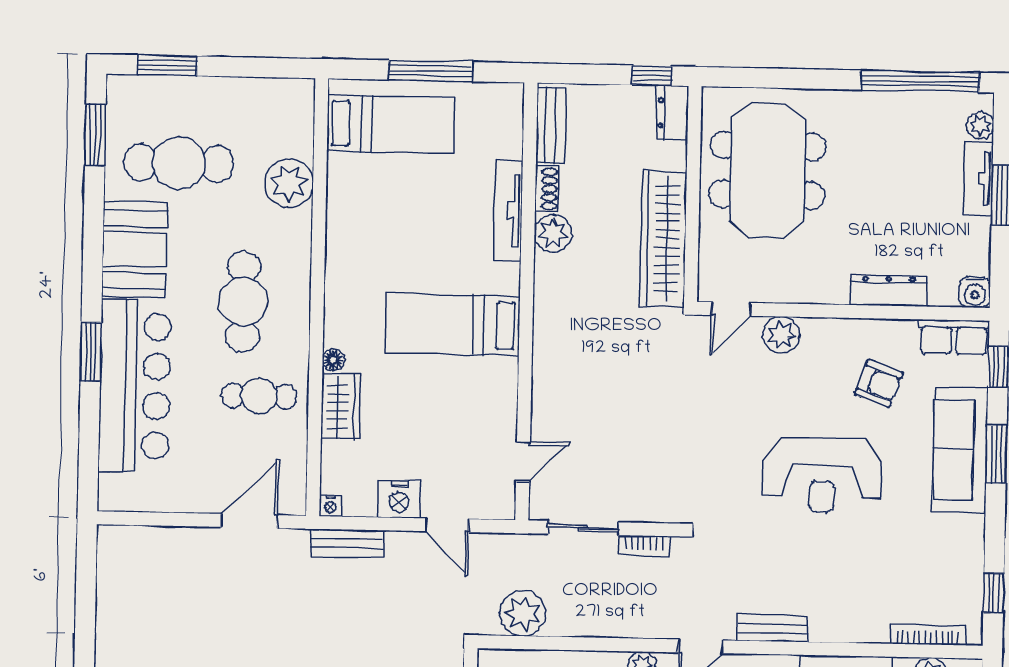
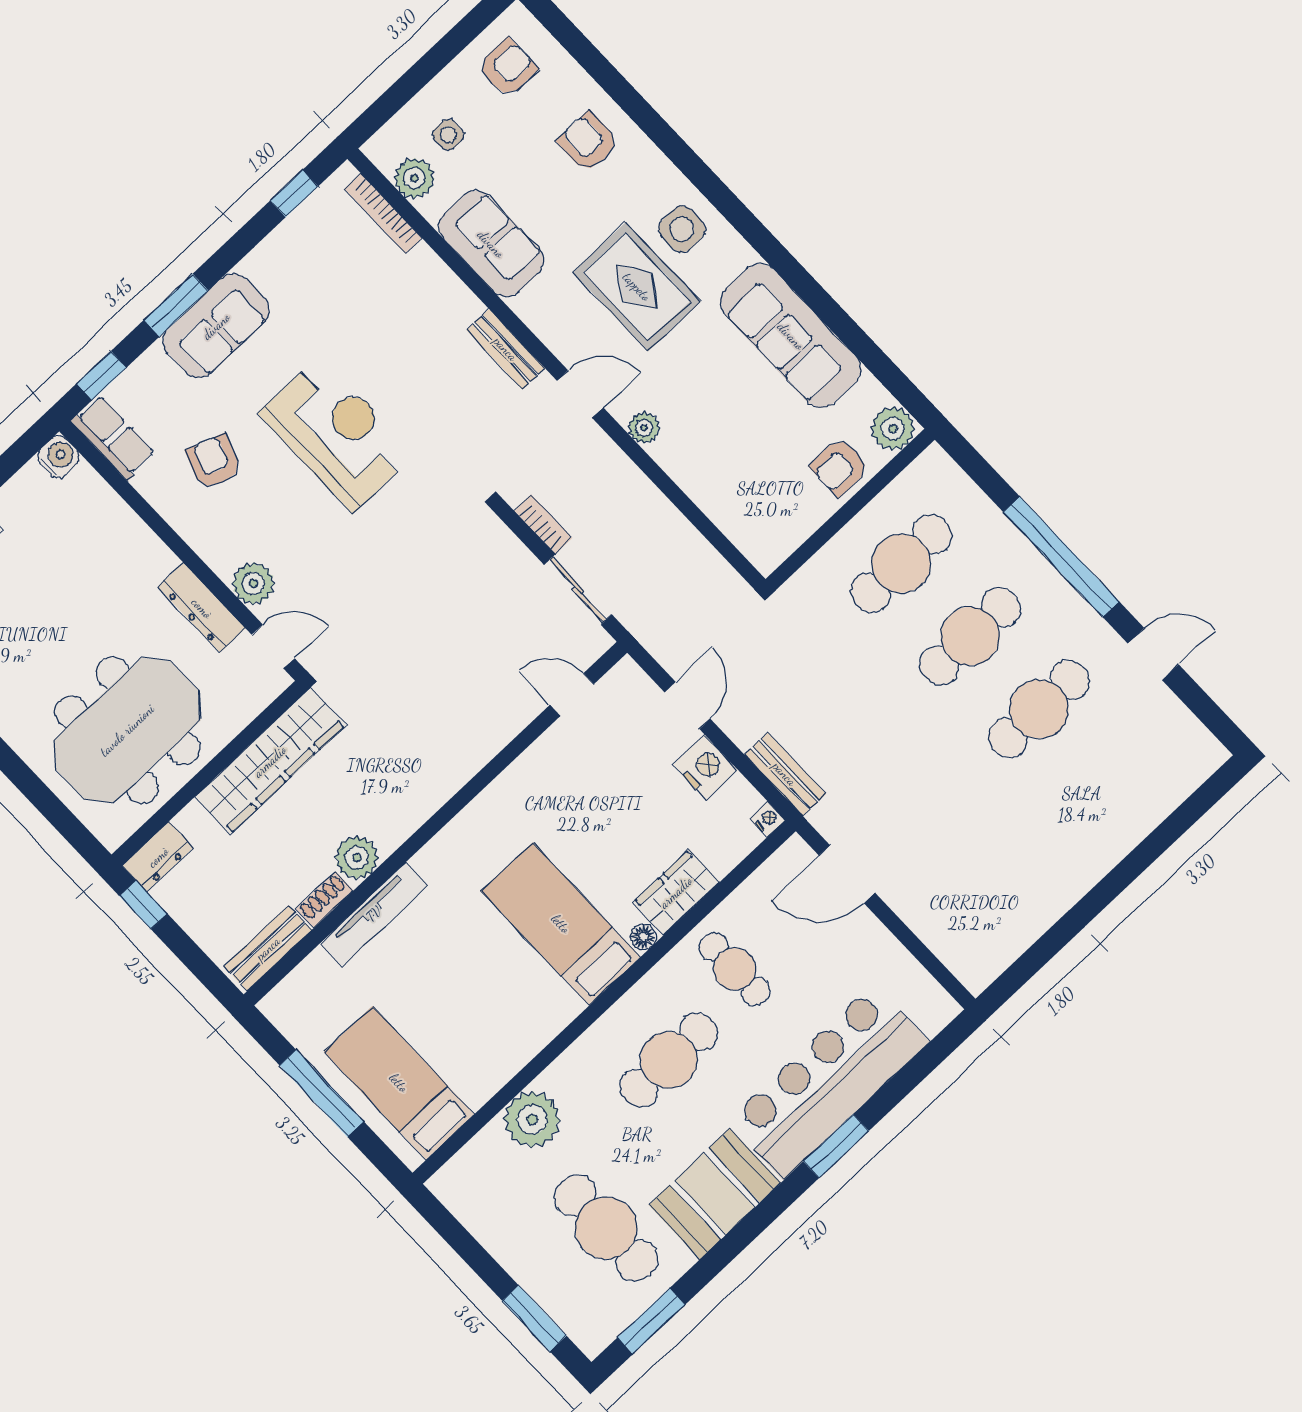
dresser: (889, 291) -> (202, 608), moved
bed: (452, 324) -> (561, 924), moved, turned 180
sofa: (960, 450) -> (216, 326), width x0.73
plant: (523, 613) -> (699, 570), removed

